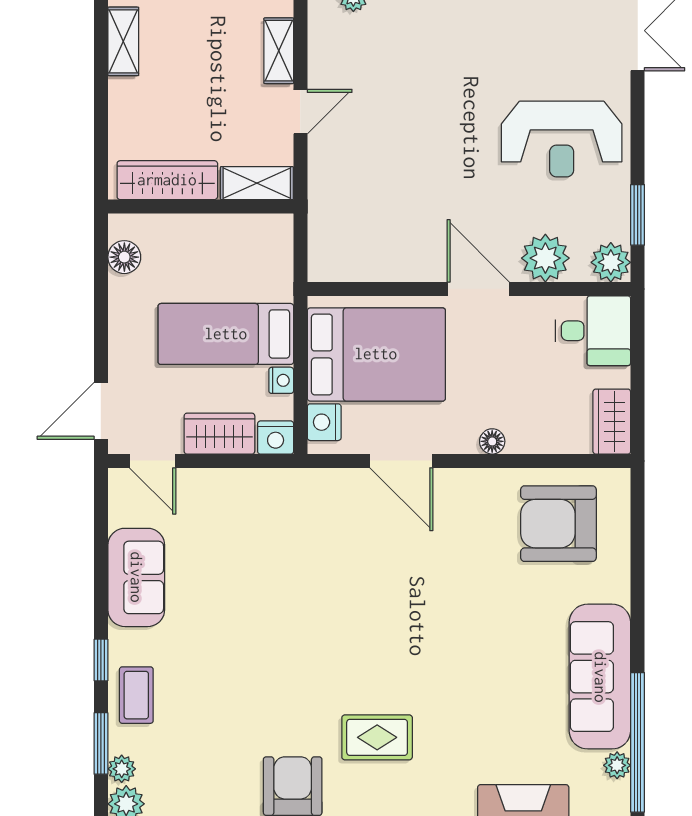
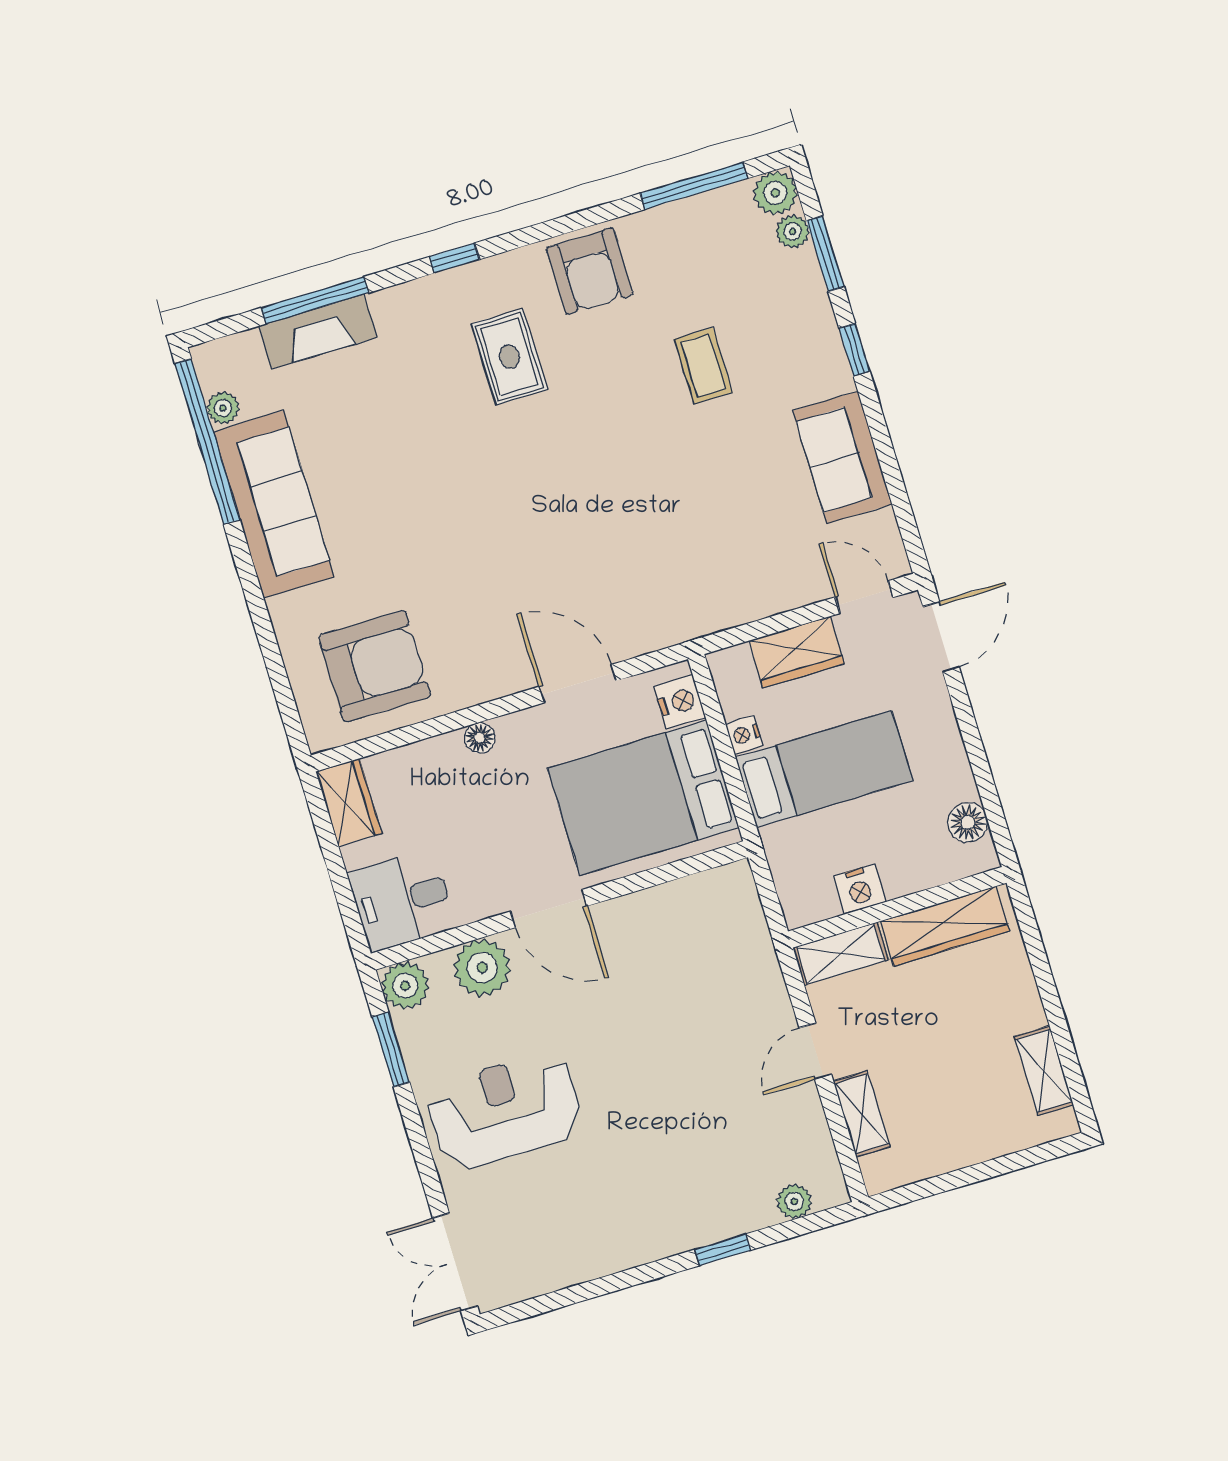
nightstand: (276, 438) -> (859, 889), moved, turned 180
coffee table: (136, 695) -> (703, 366), moved
rug: (377, 737) -> (509, 357), turned 90

